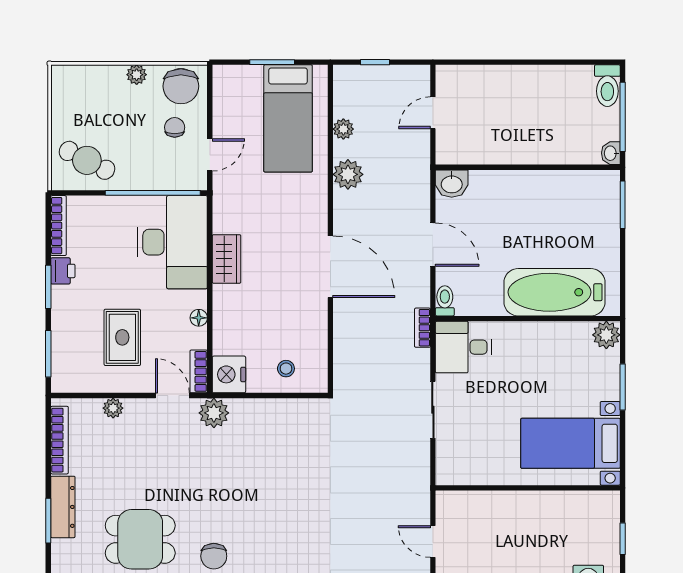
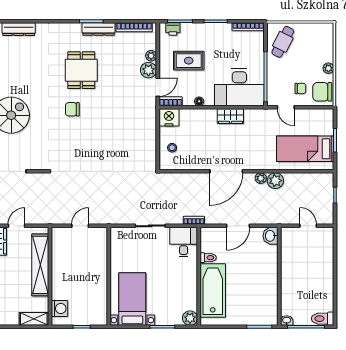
plant: (343, 129) -> (261, 178), moved
printer: (63, 271) -> (173, 29), moved
toilet: (445, 301) -> (208, 258), moved
plant: (214, 413) -> (148, 70), moved

